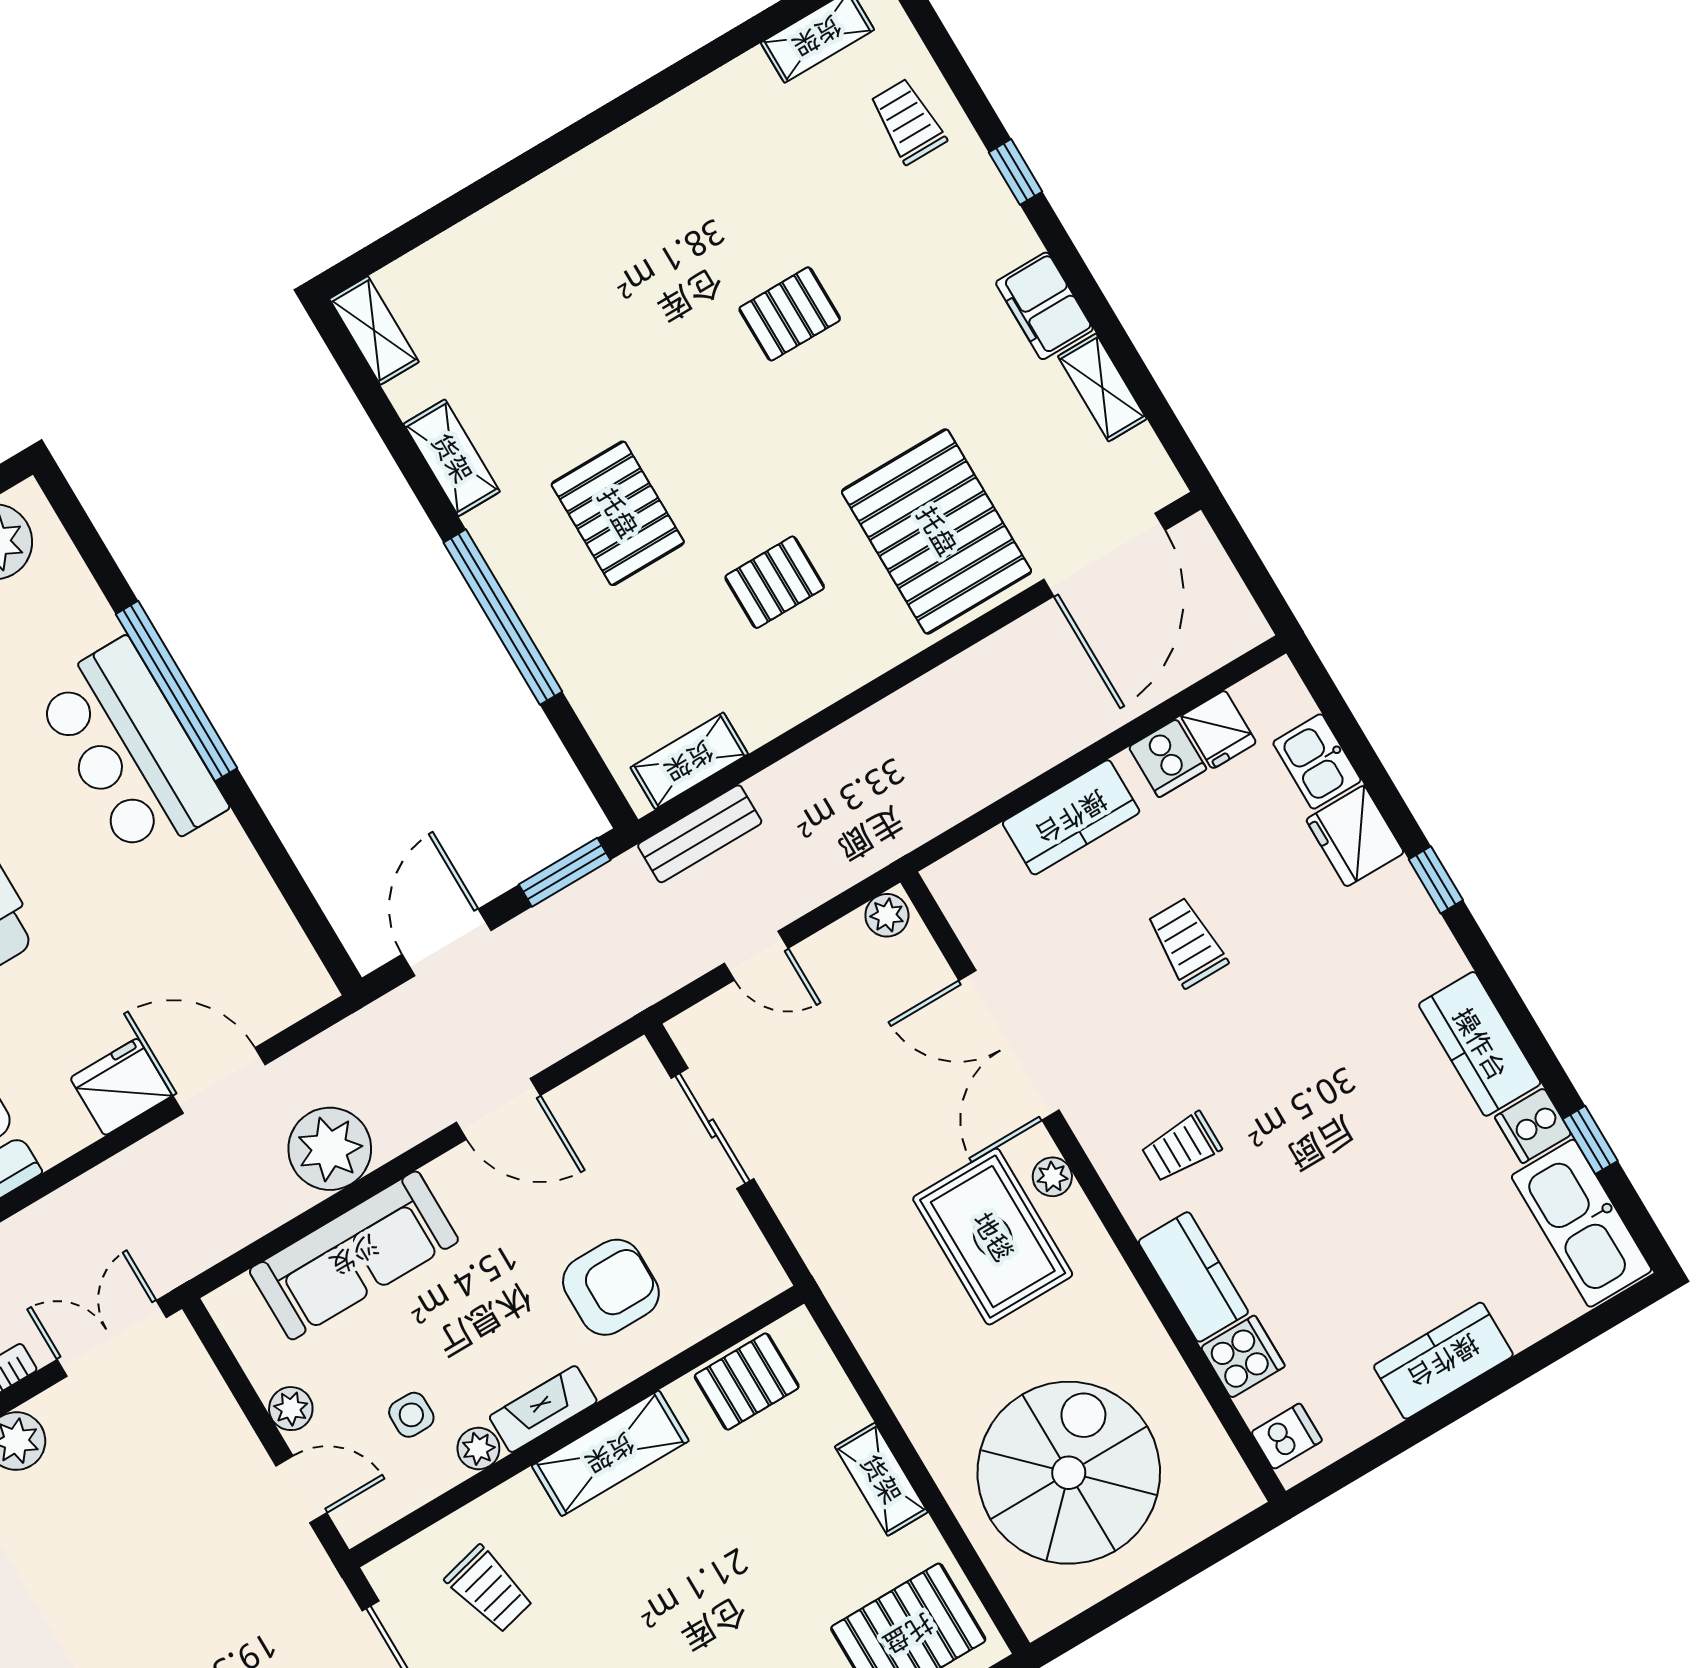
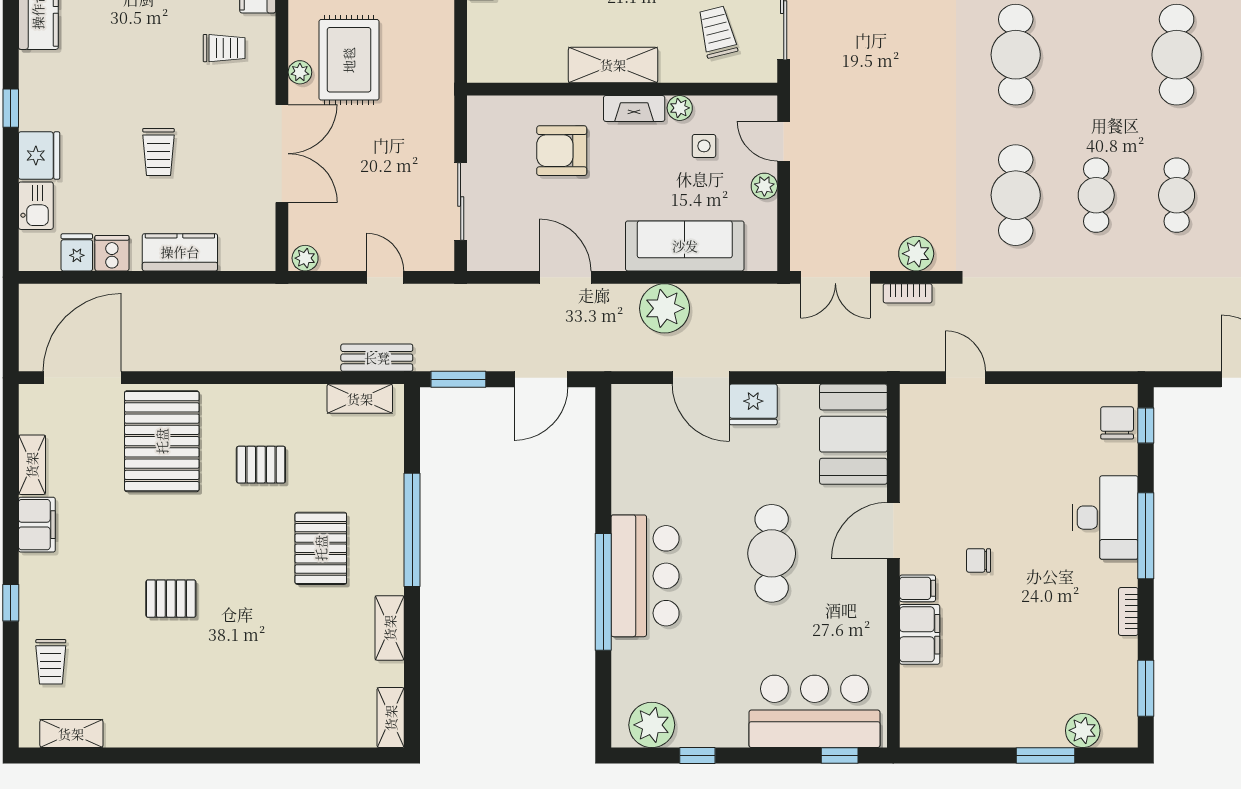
pallet: (747, 1382) -> (521, 60), removed

